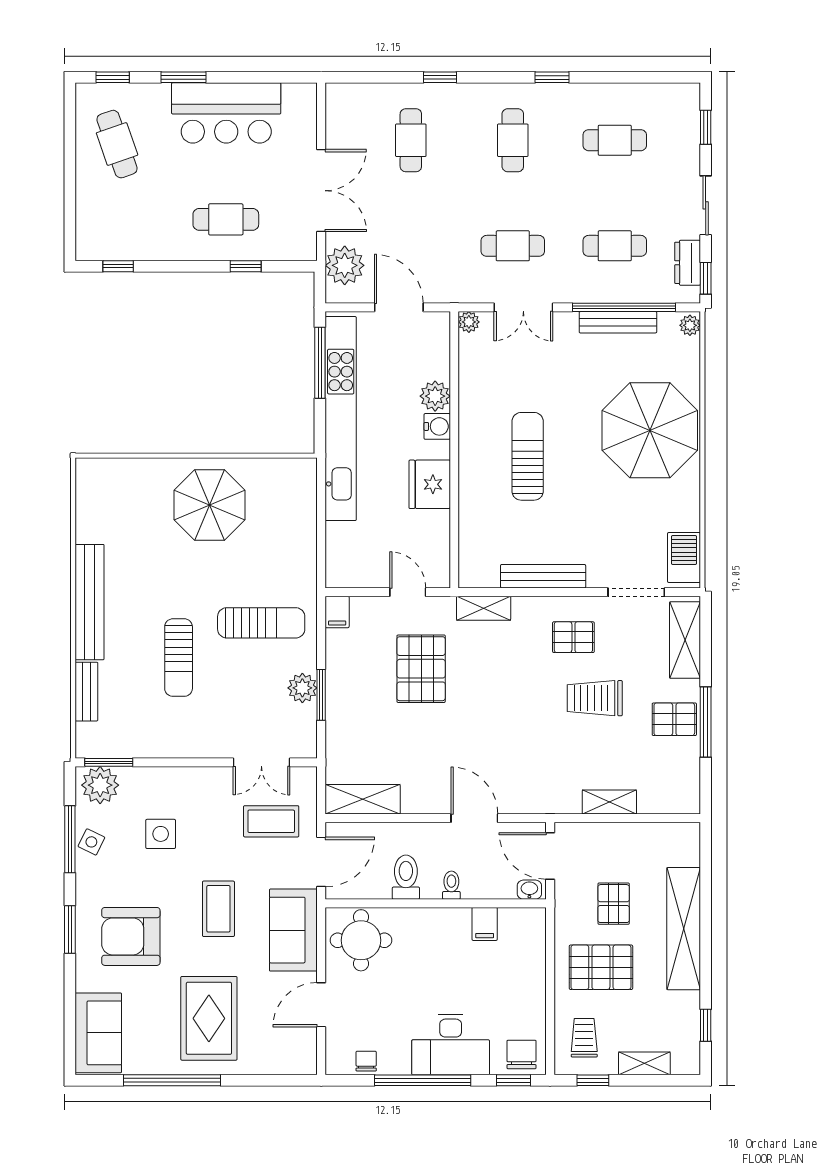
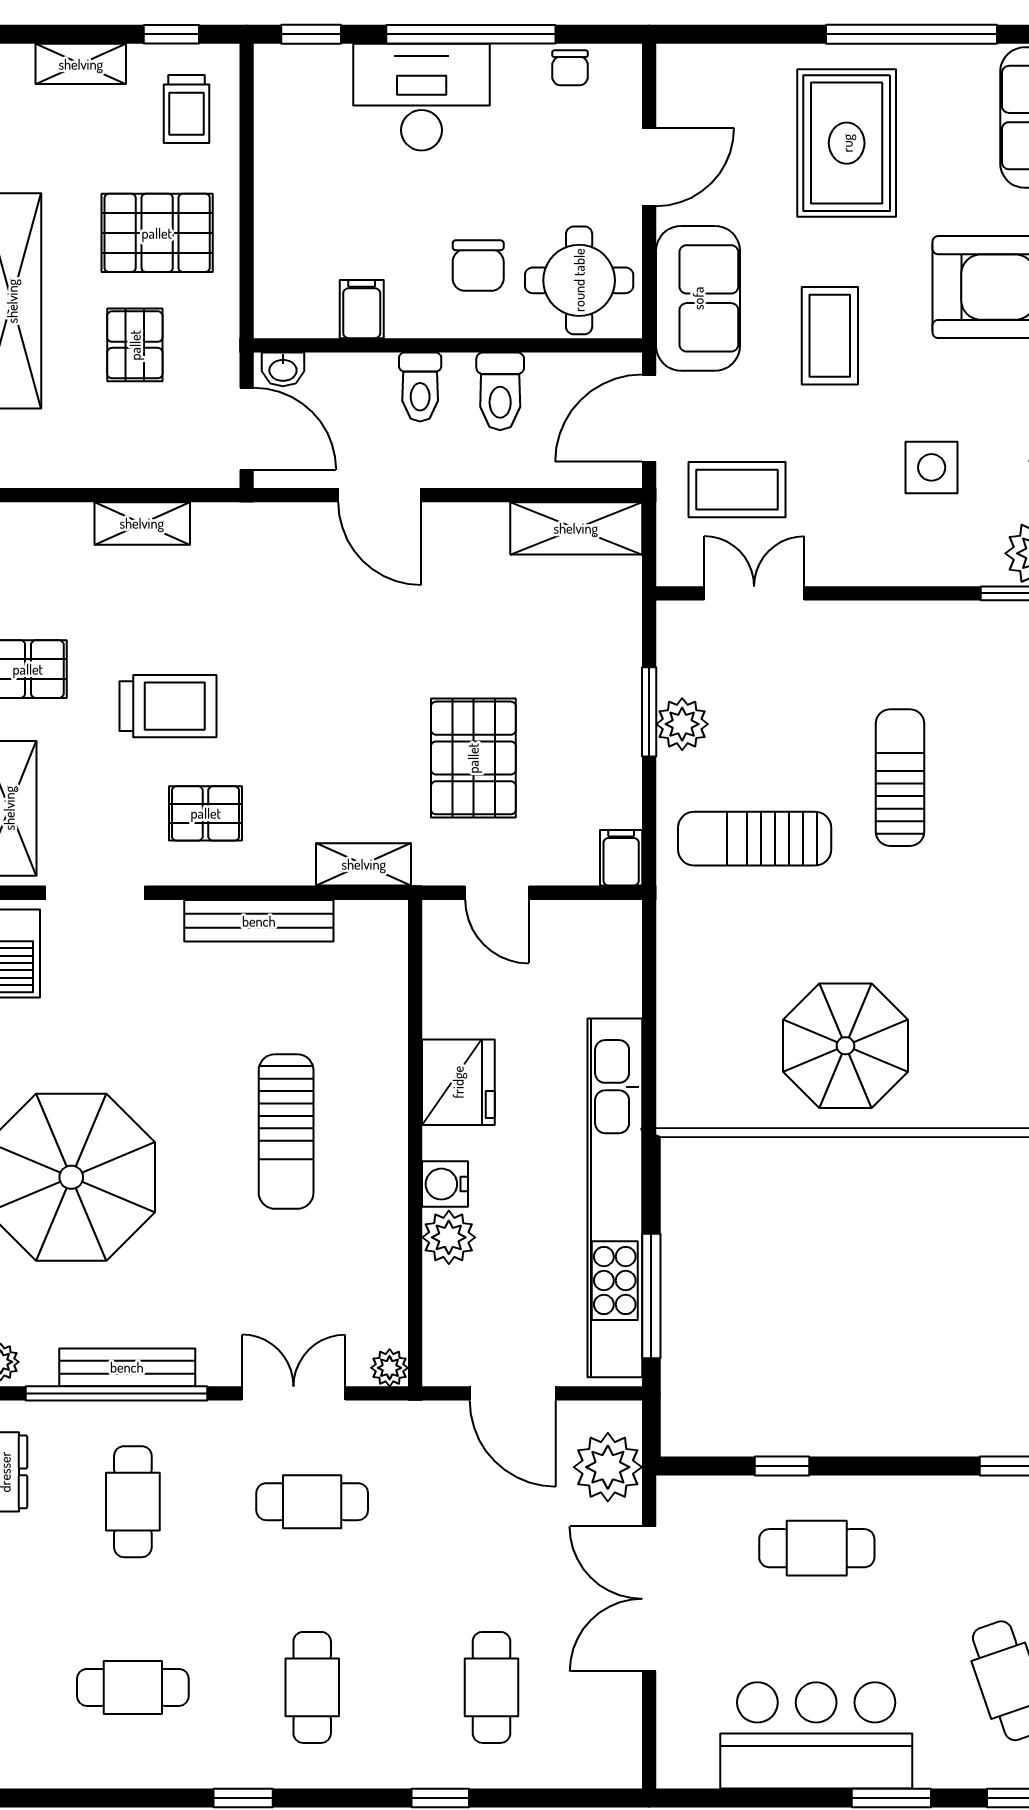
cafe table: (615, 246) -> (133, 1502), turned 90
toilet: (451, 885) -> (420, 387), width x1.37, depth x1.39
chair: (521, 1054) -> (478, 266), moved

